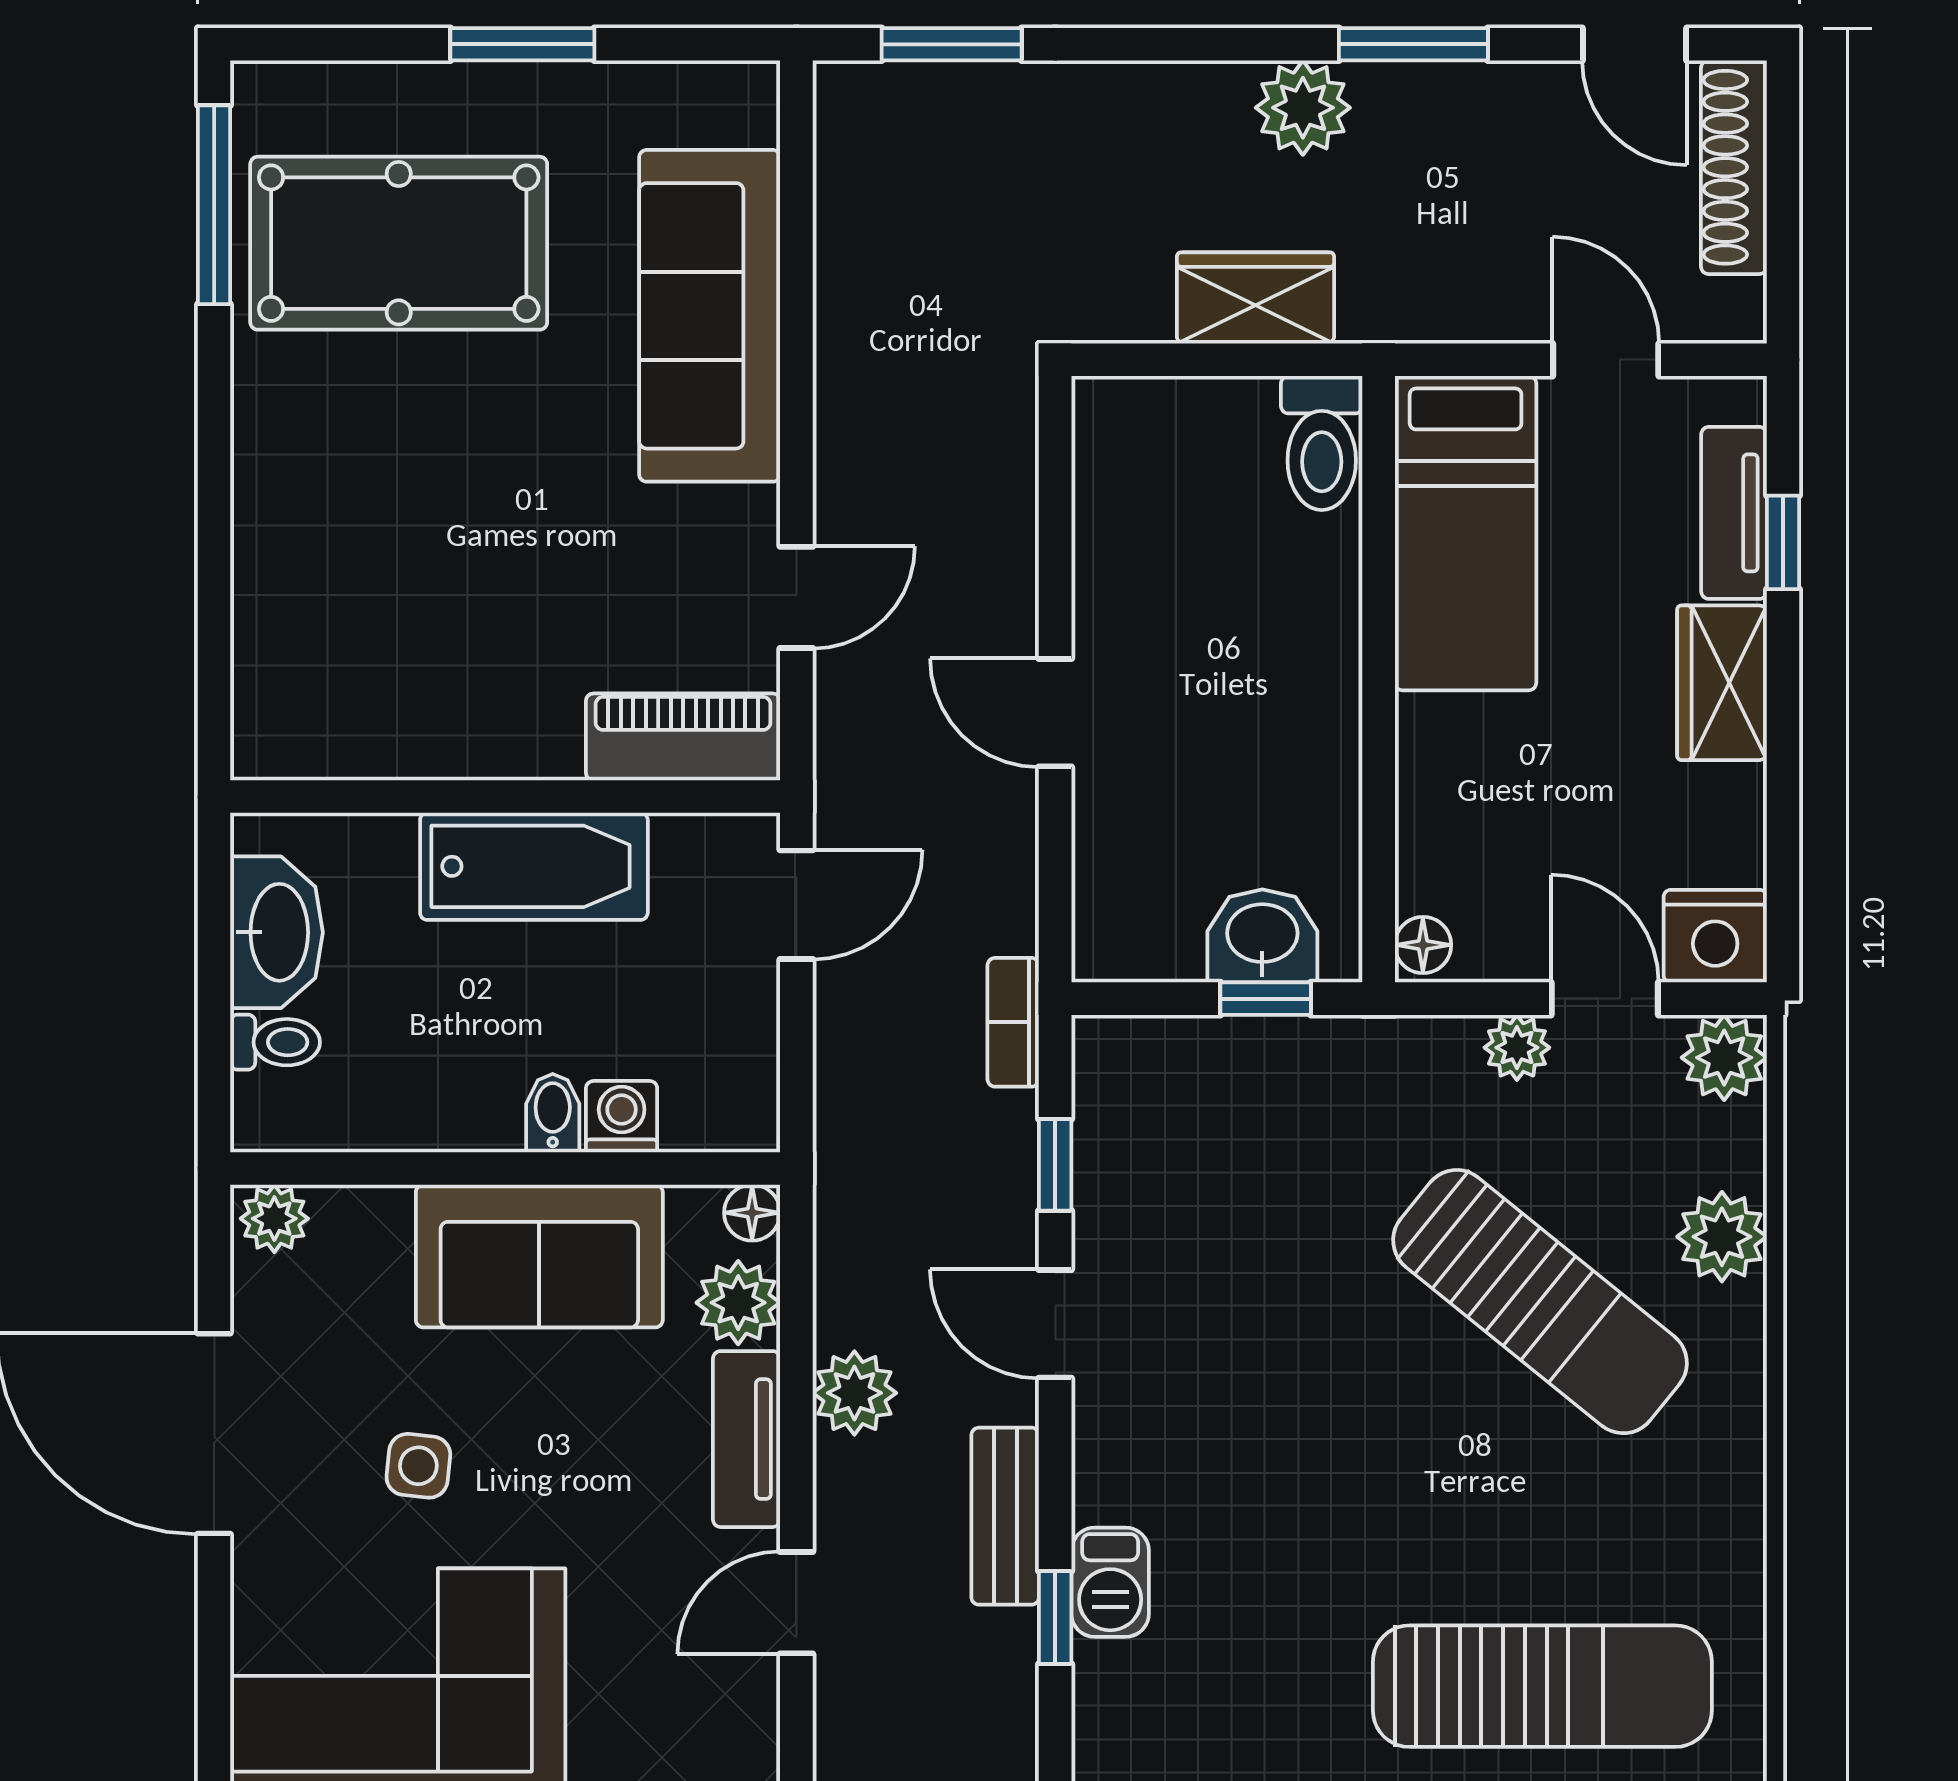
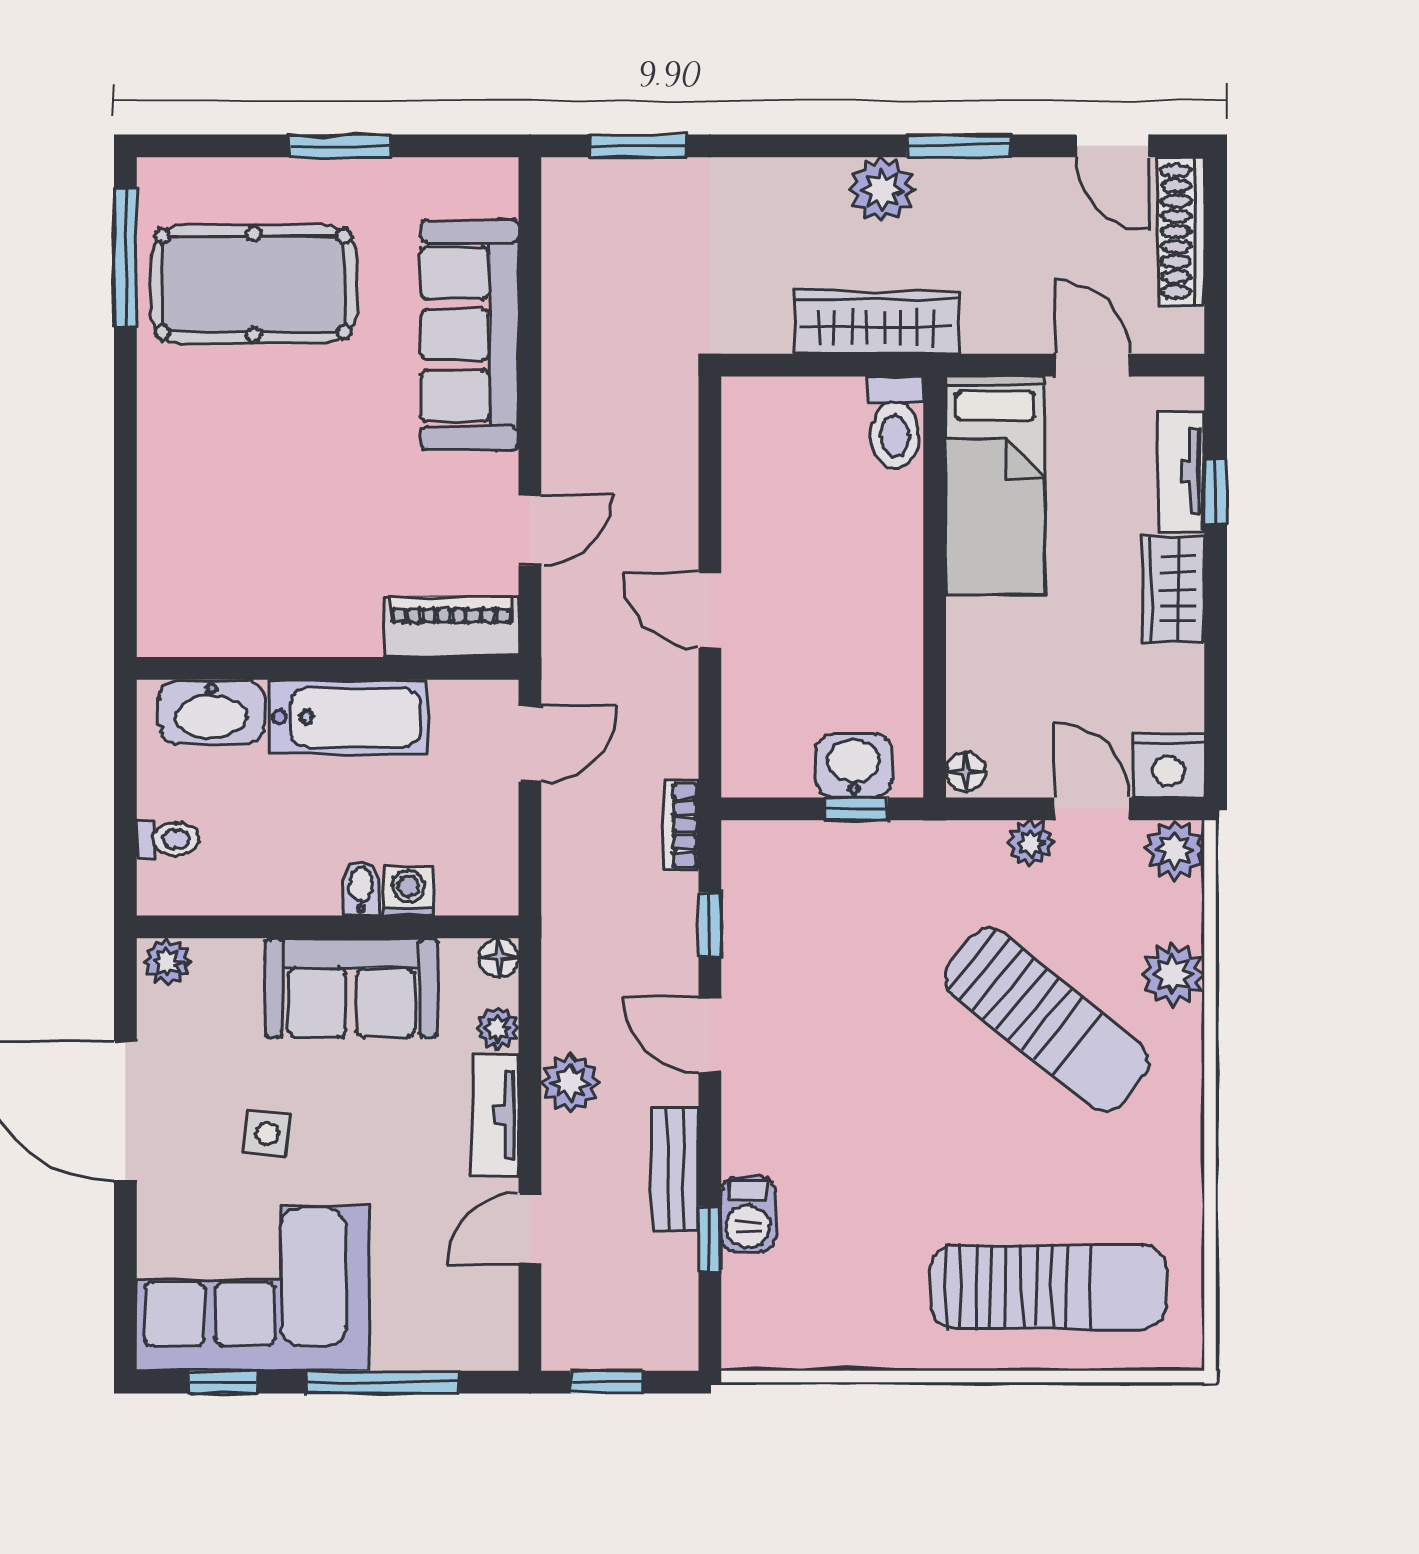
wardrobe: (1255, 298) -> (876, 322), width x1.50
washbasin: (277, 932) -> (211, 712), moved, turned 90
plant: (738, 1303) -> (498, 1028), width x0.73, depth x0.73

